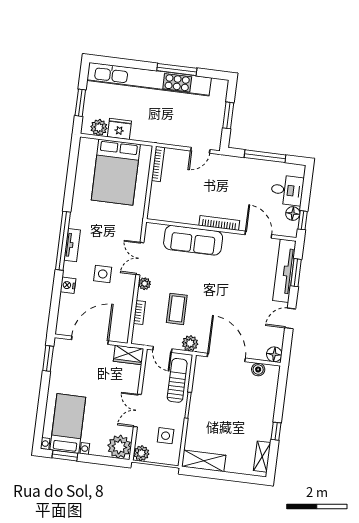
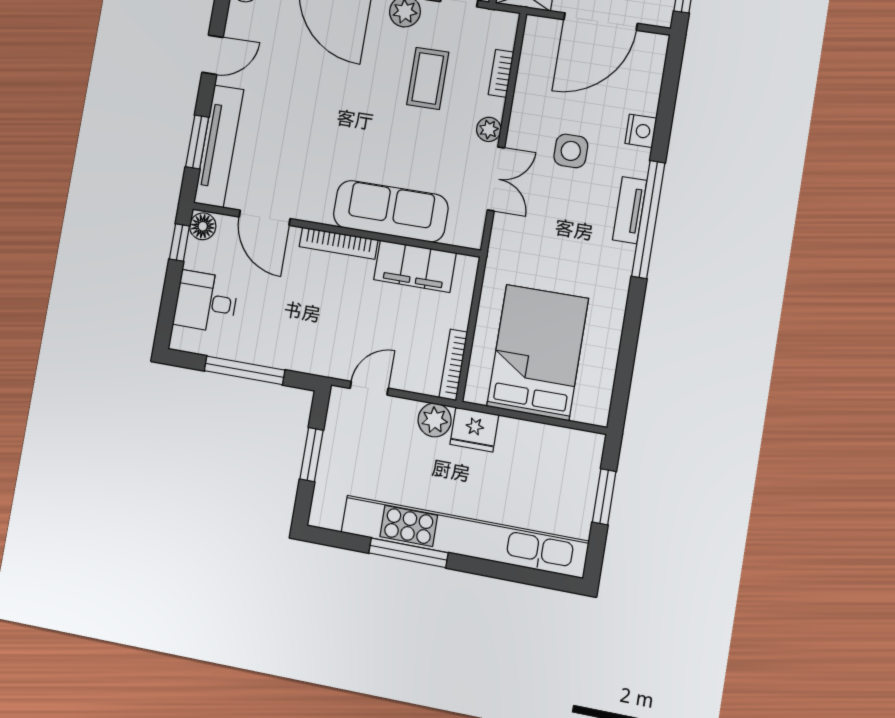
plant: (99, 127) -> (435, 420), moved
fridge: (119, 129) -> (474, 429), moved
filing cabinet: (179, 213) -> (415, 266), added
floor lamp: (293, 214) -> (203, 226), moved

